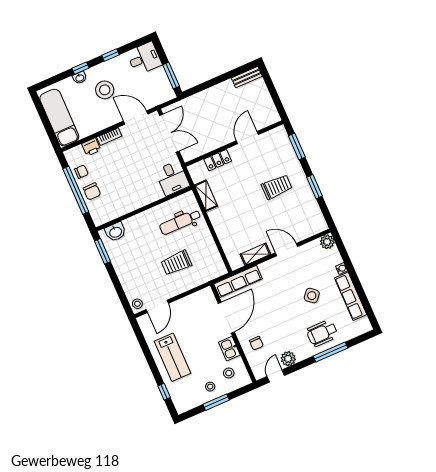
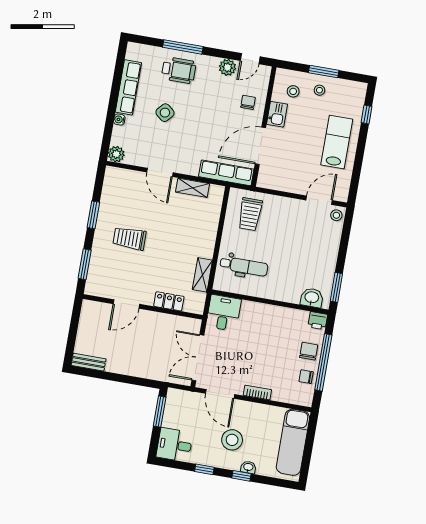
printer: (91, 147) -> (318, 321), moved, turned 180
trolley: (176, 263) -> (250, 214), moved, turned 90

